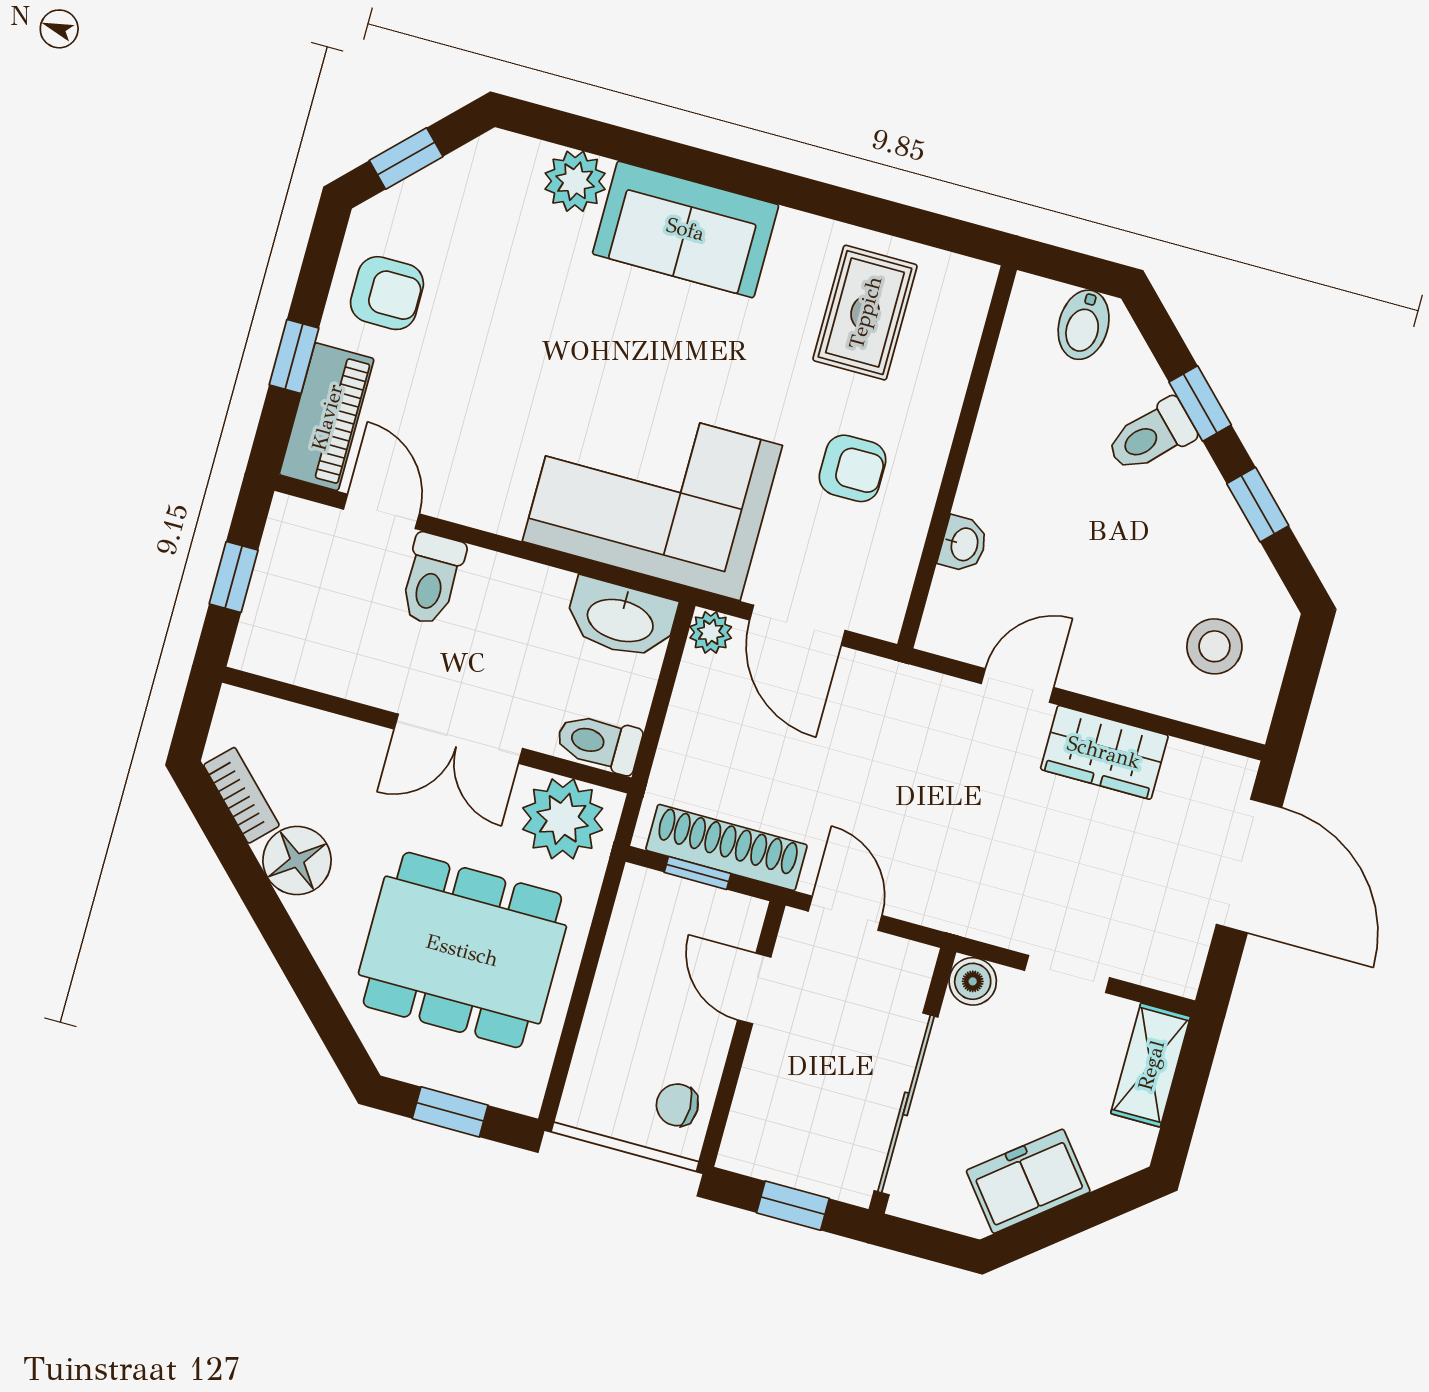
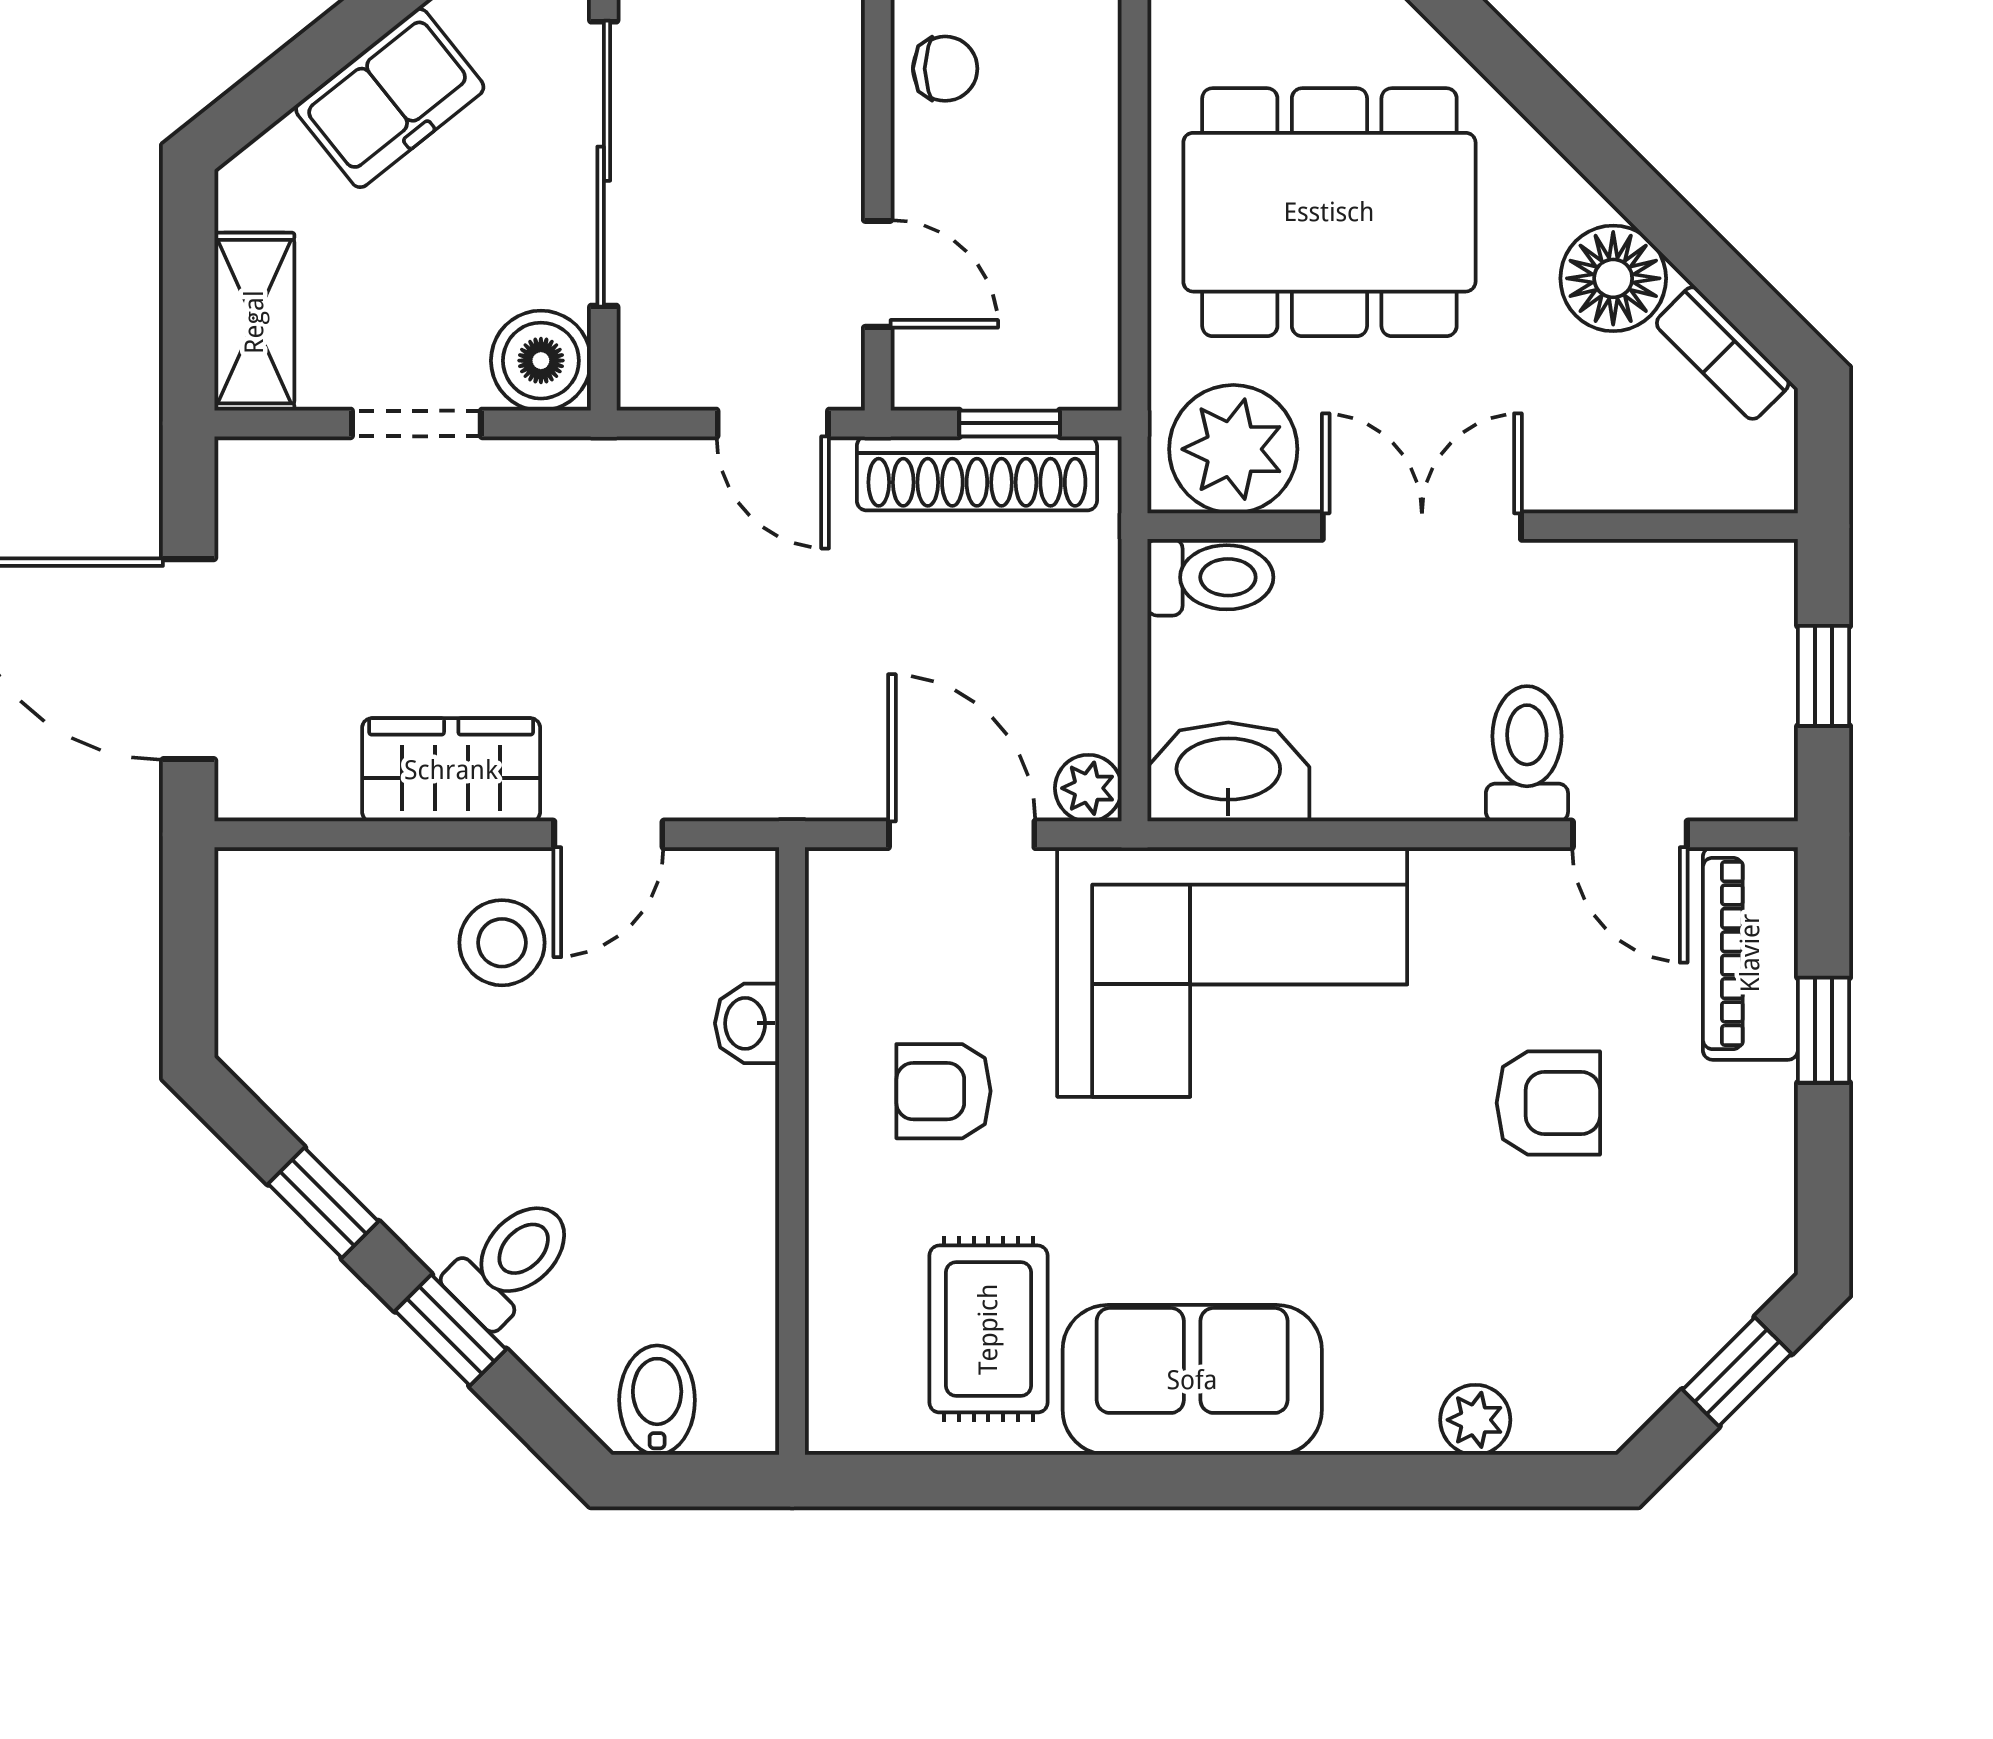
plant: (575, 181) -> (1475, 1420), width x0.73, depth x0.73
sofa: (686, 229) -> (1192, 1380), moved
armchair: (387, 293) -> (1548, 1103), moved, turned 180
stool: (1214, 646) -> (502, 943), moved
boiler: (973, 981) -> (541, 361), width x1.36, depth x1.36

